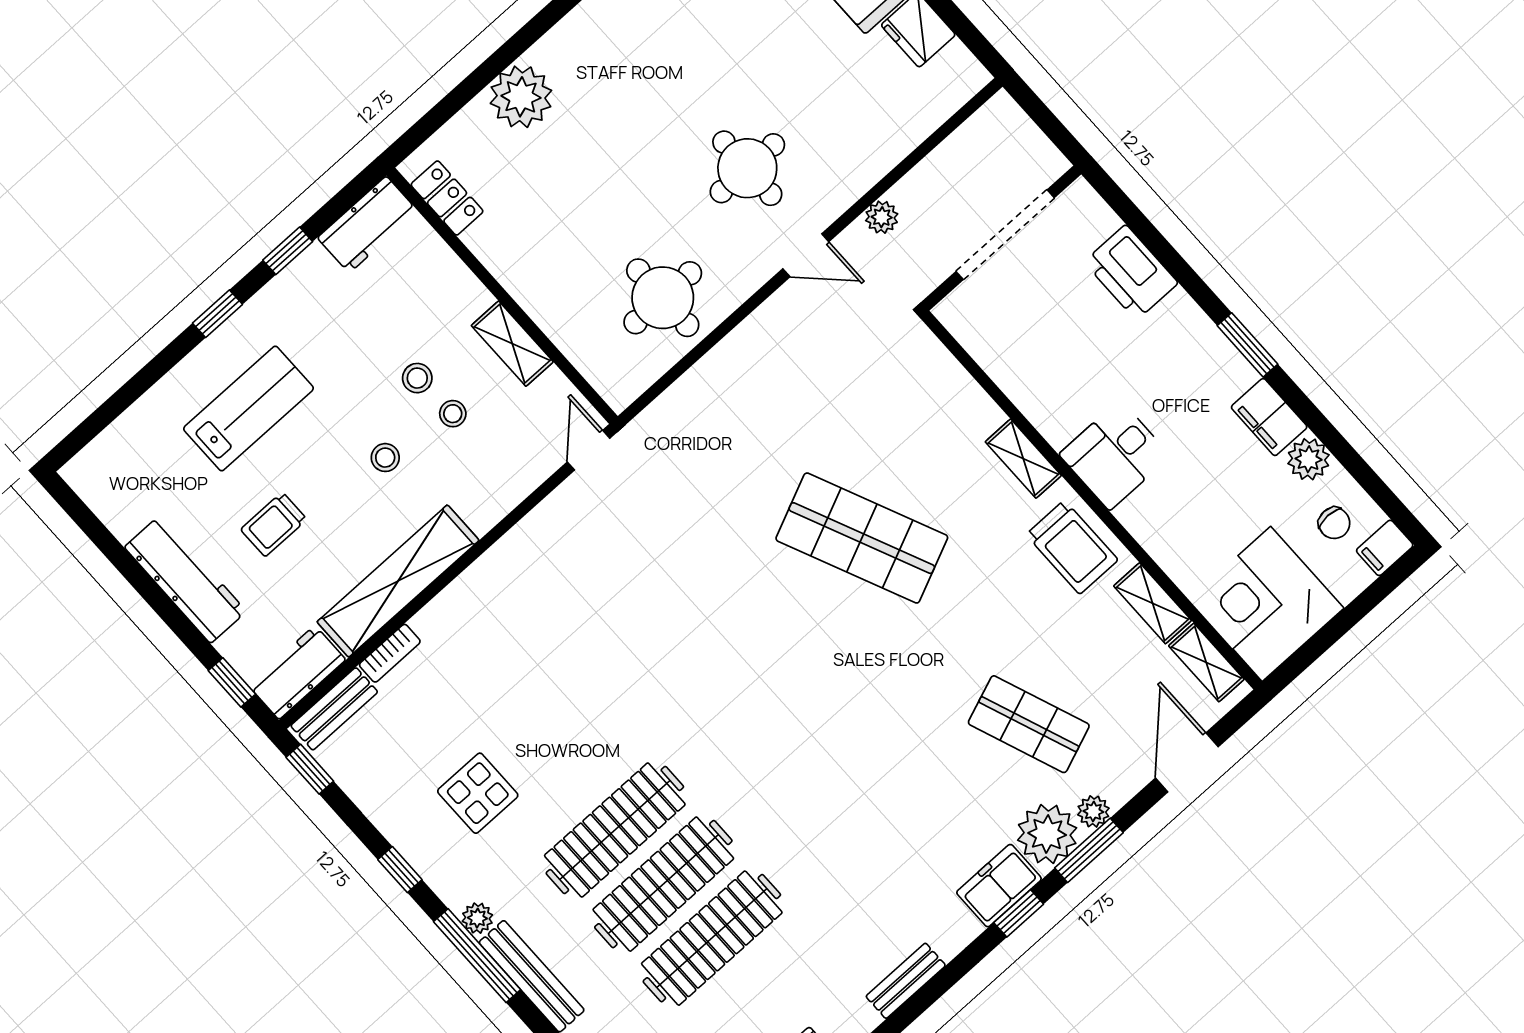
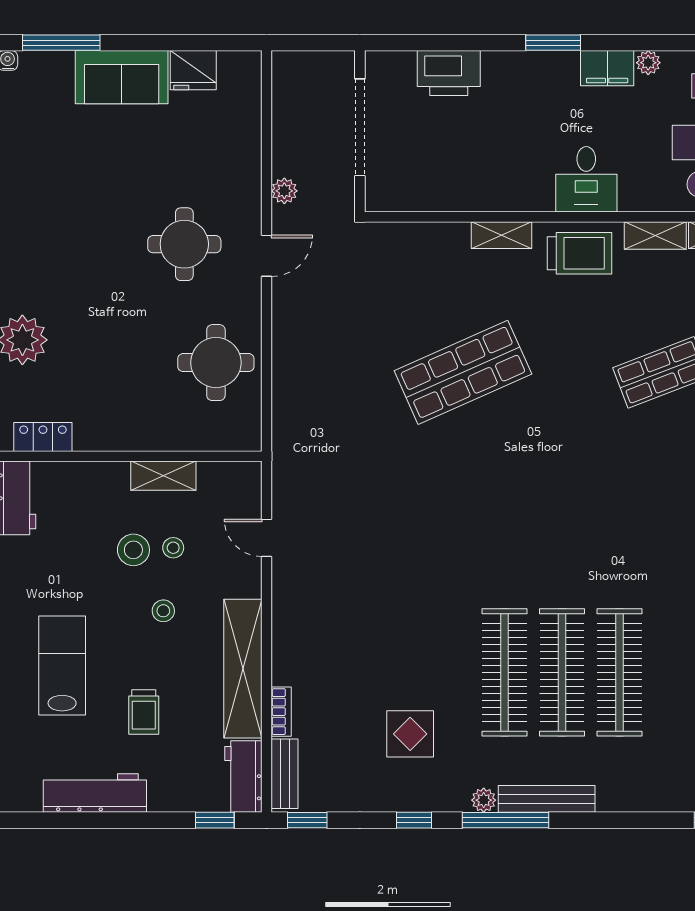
stool: (417, 378) -> (133, 550), width x1.37, depth x1.37
door: (589, 450) -> (267, 538), moved
desk: (1115, 455) -> (586, 179), moved
plant: (1309, 459) -> (648, 63), width x0.73, depth x0.73
workbench: (185, 579) -> (95, 793), moved

